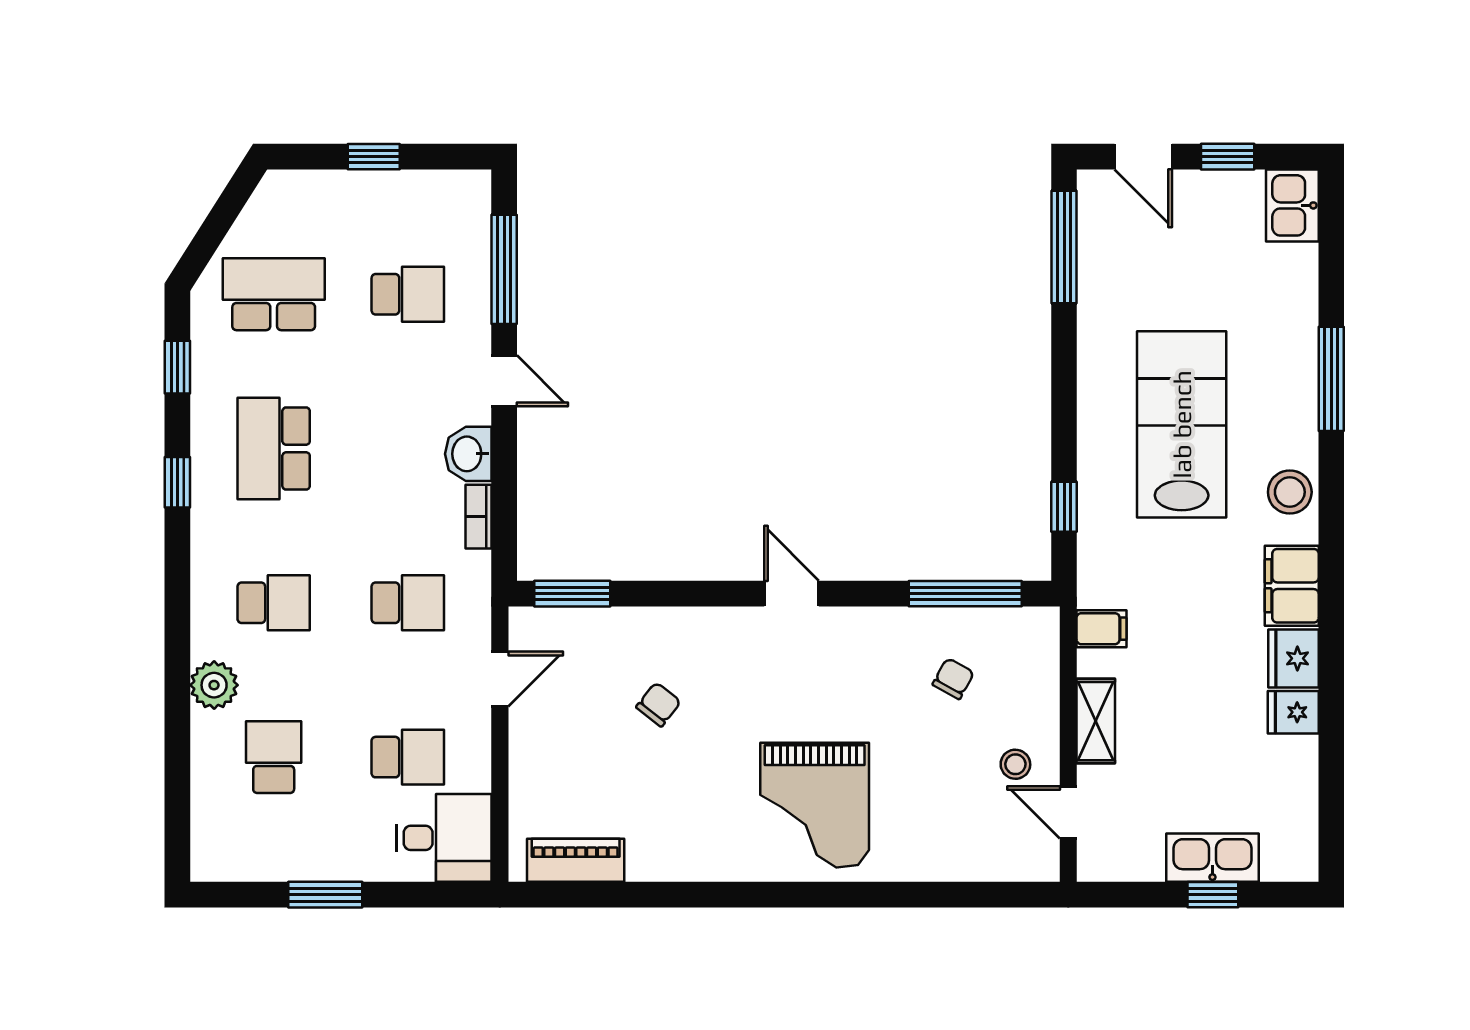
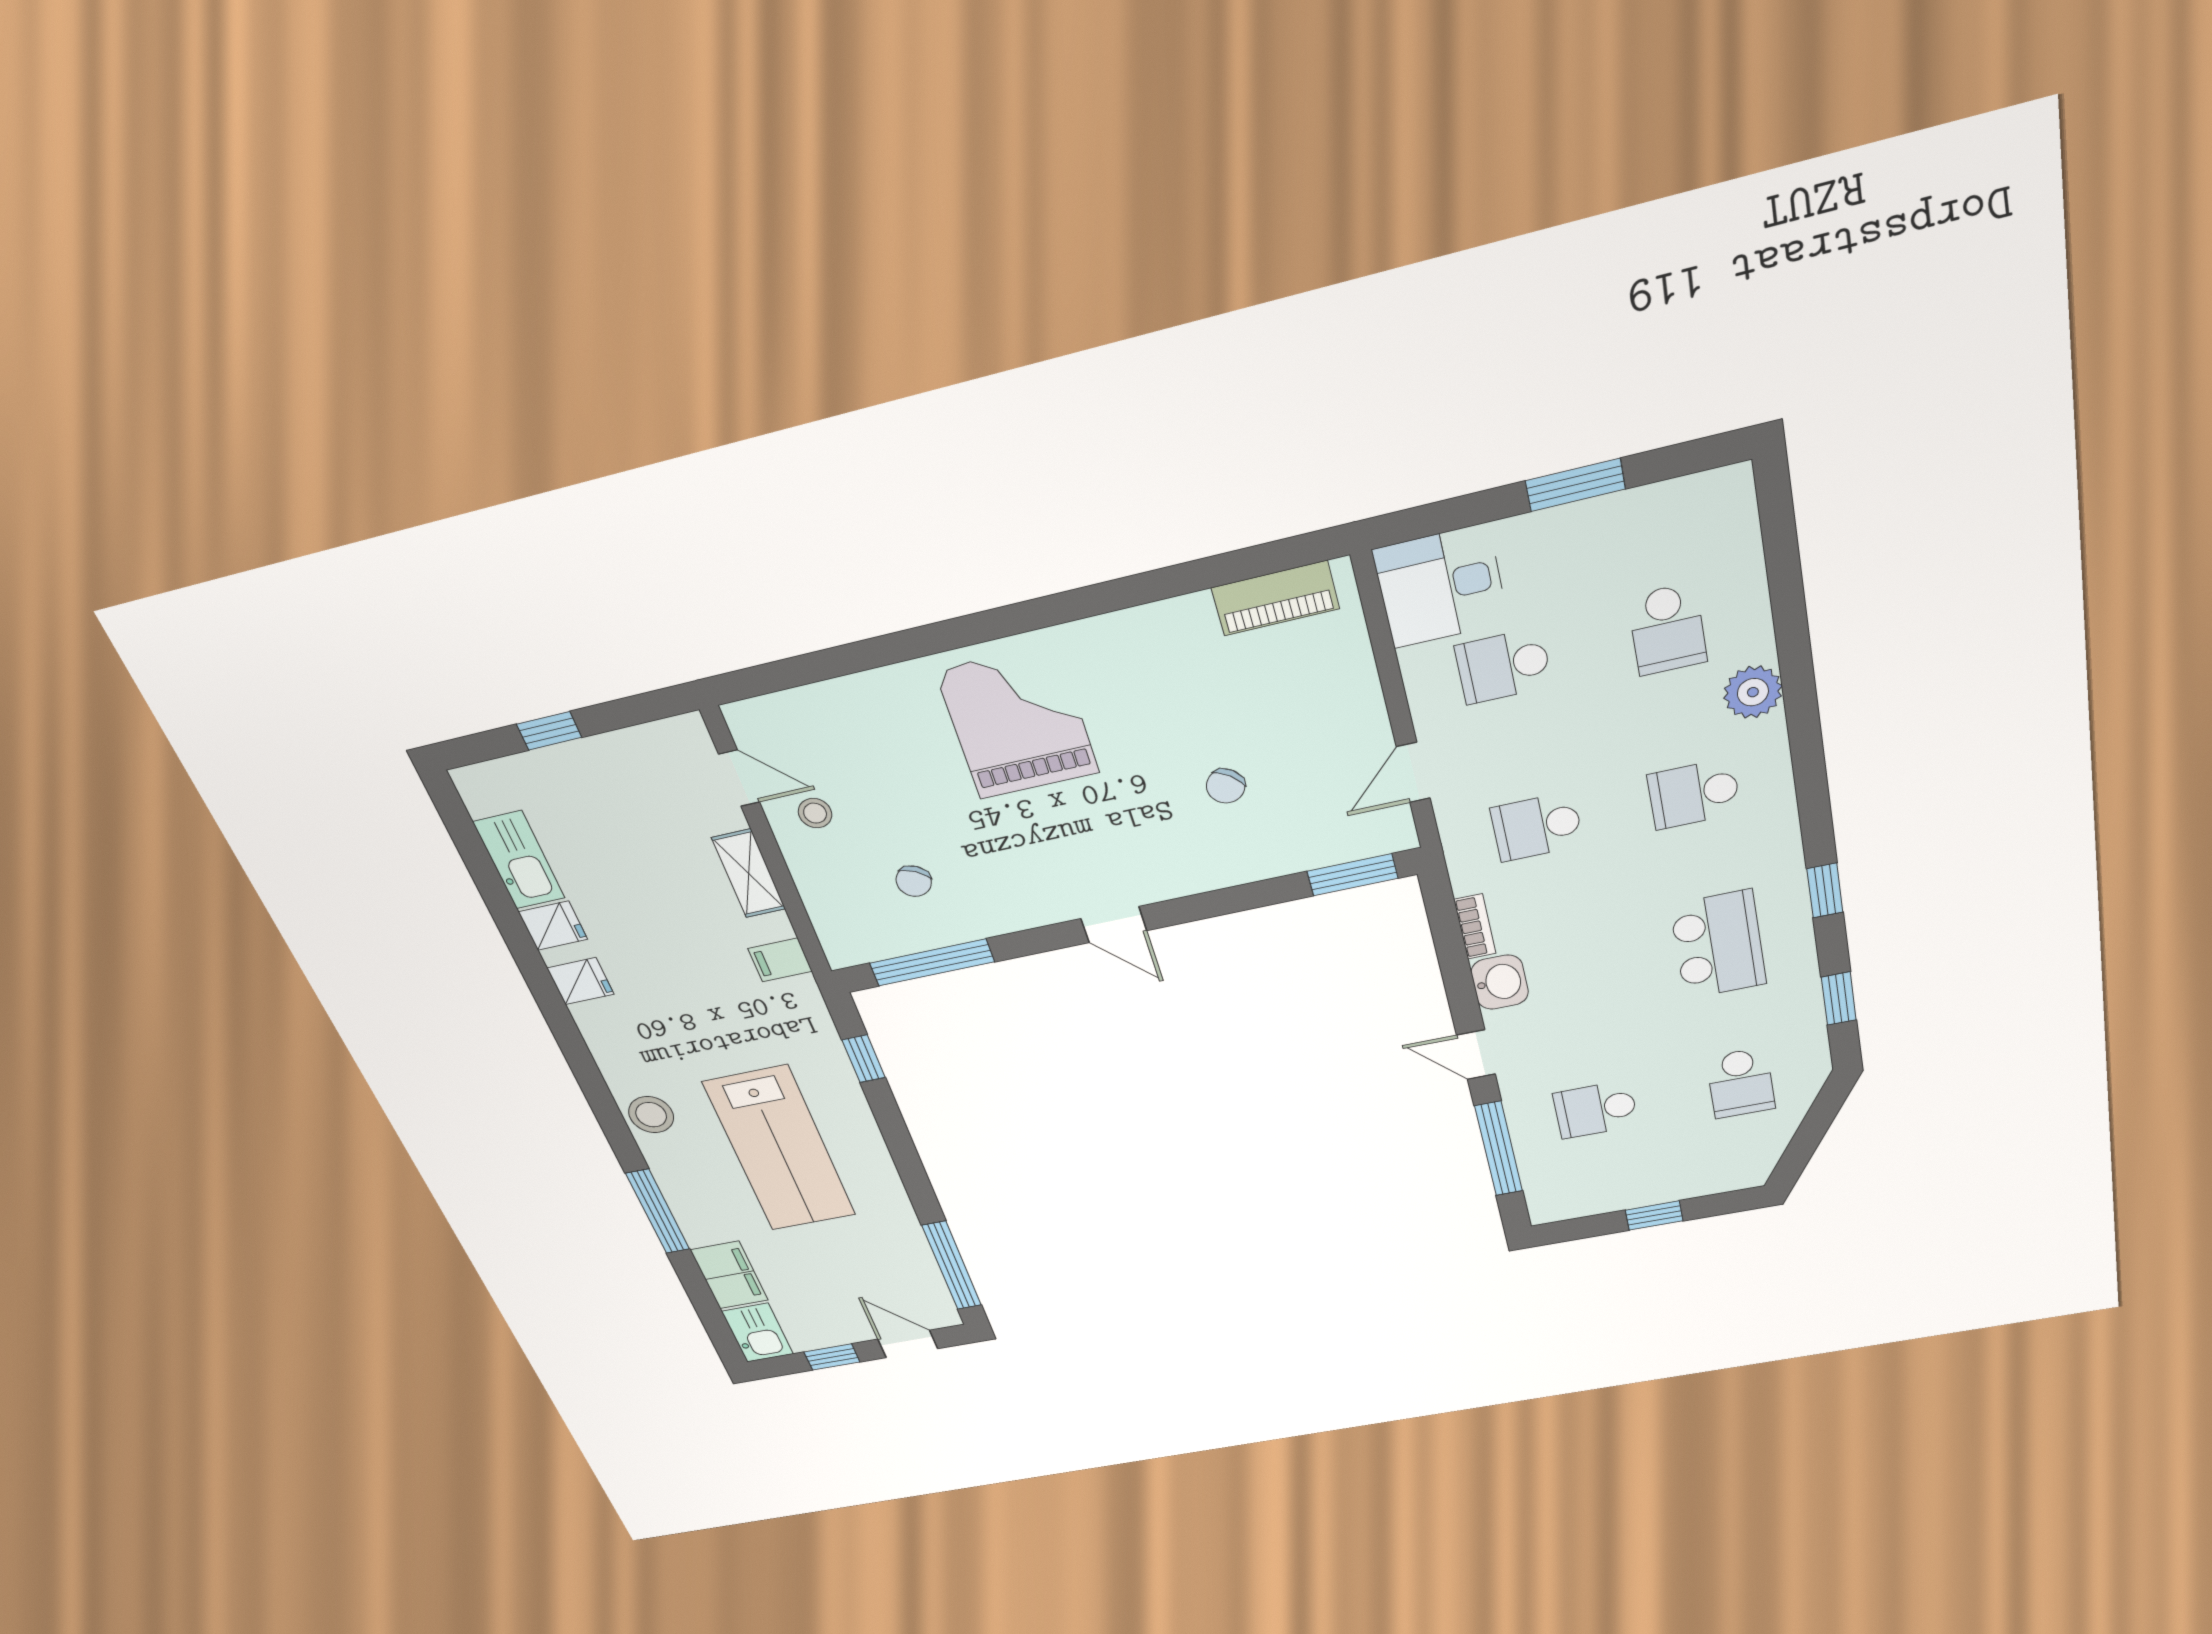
school desk: (274, 294) -> (1741, 1083), width x0.54
filing cabinet: (1292, 586) -> (729, 1275), moved
fridge: (1293, 658) -> (581, 981), width x0.72
kitchen sink: (1212, 858) -> (519, 860), moved, turned -90

